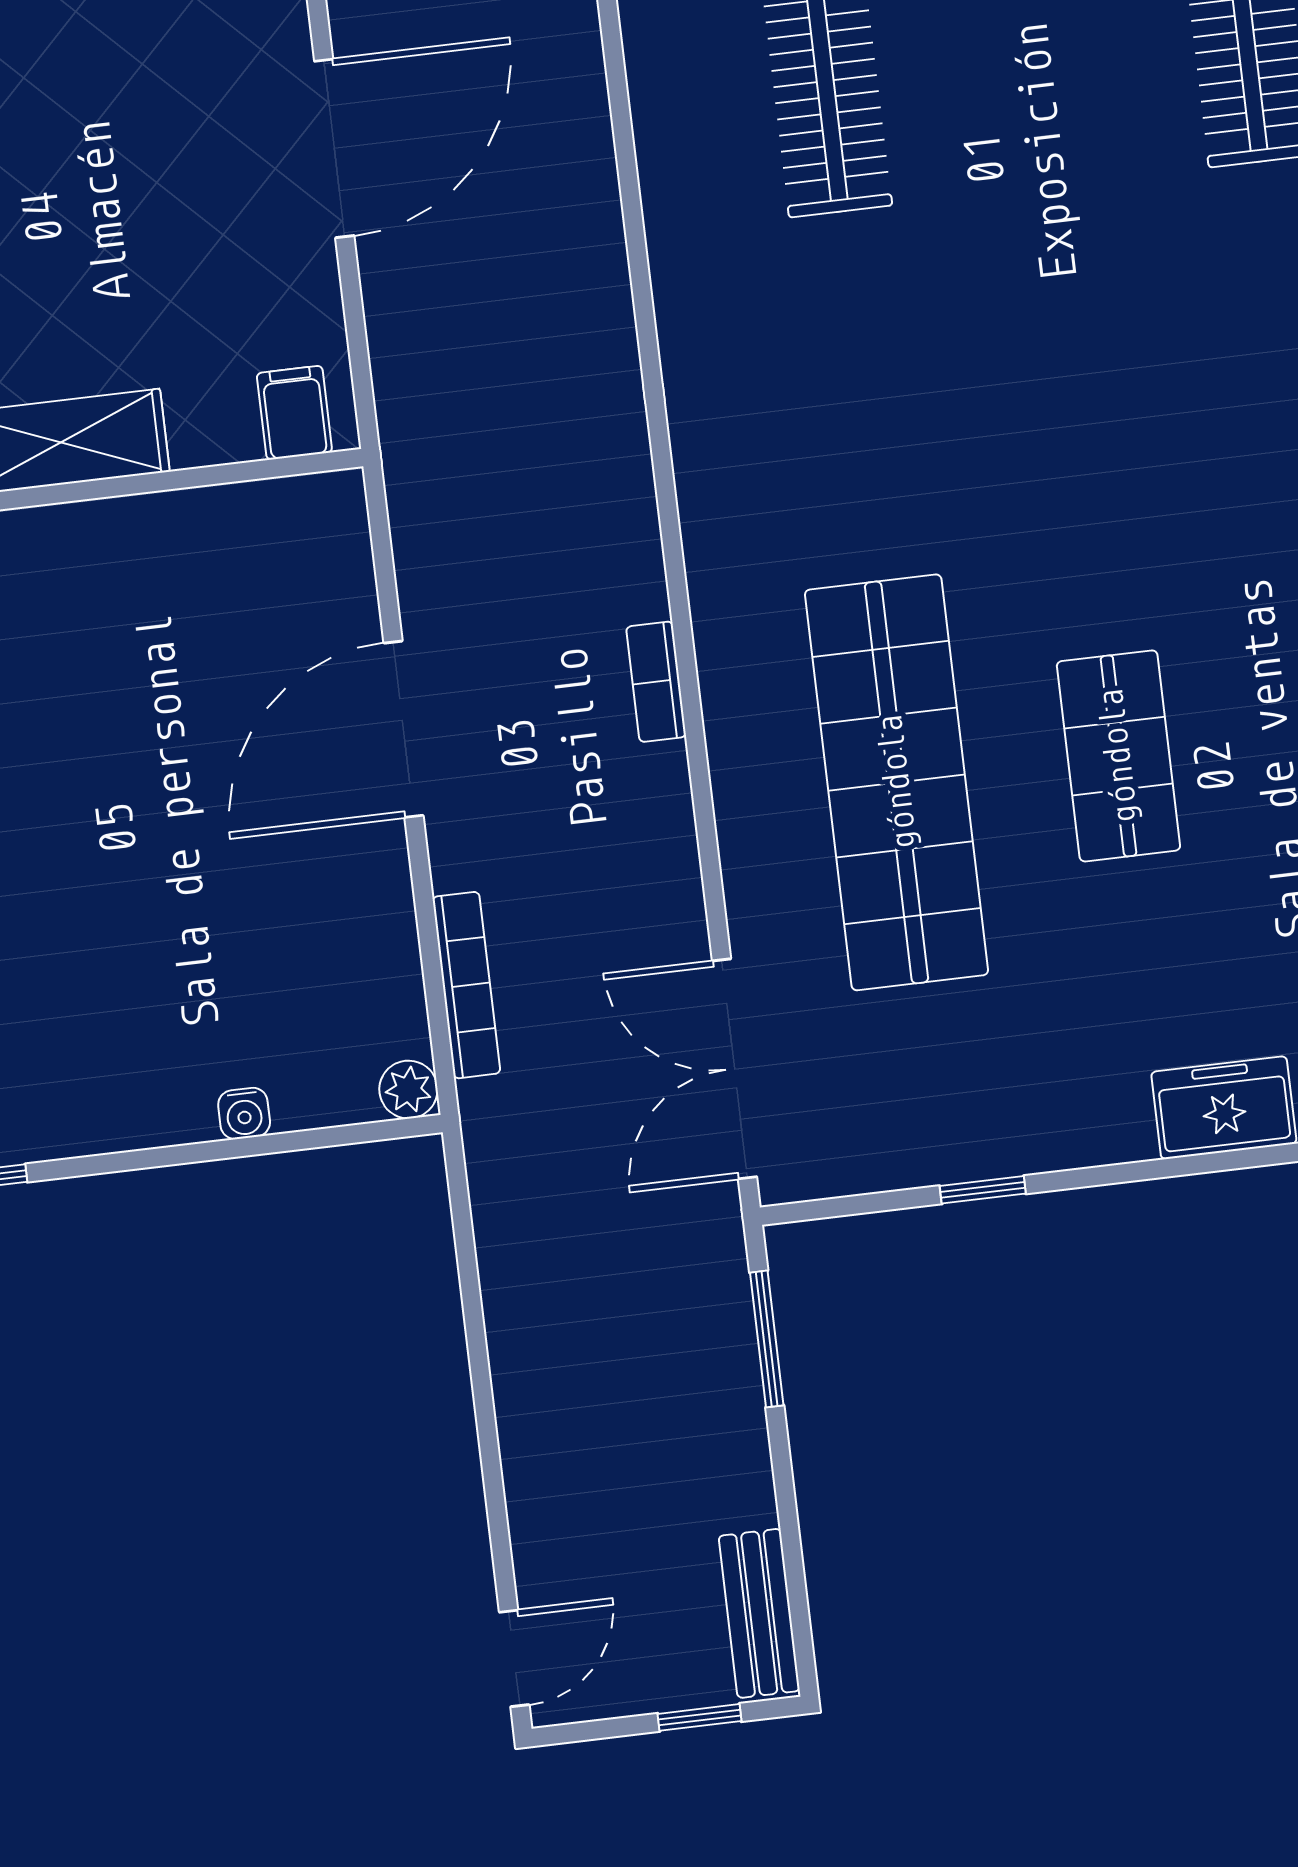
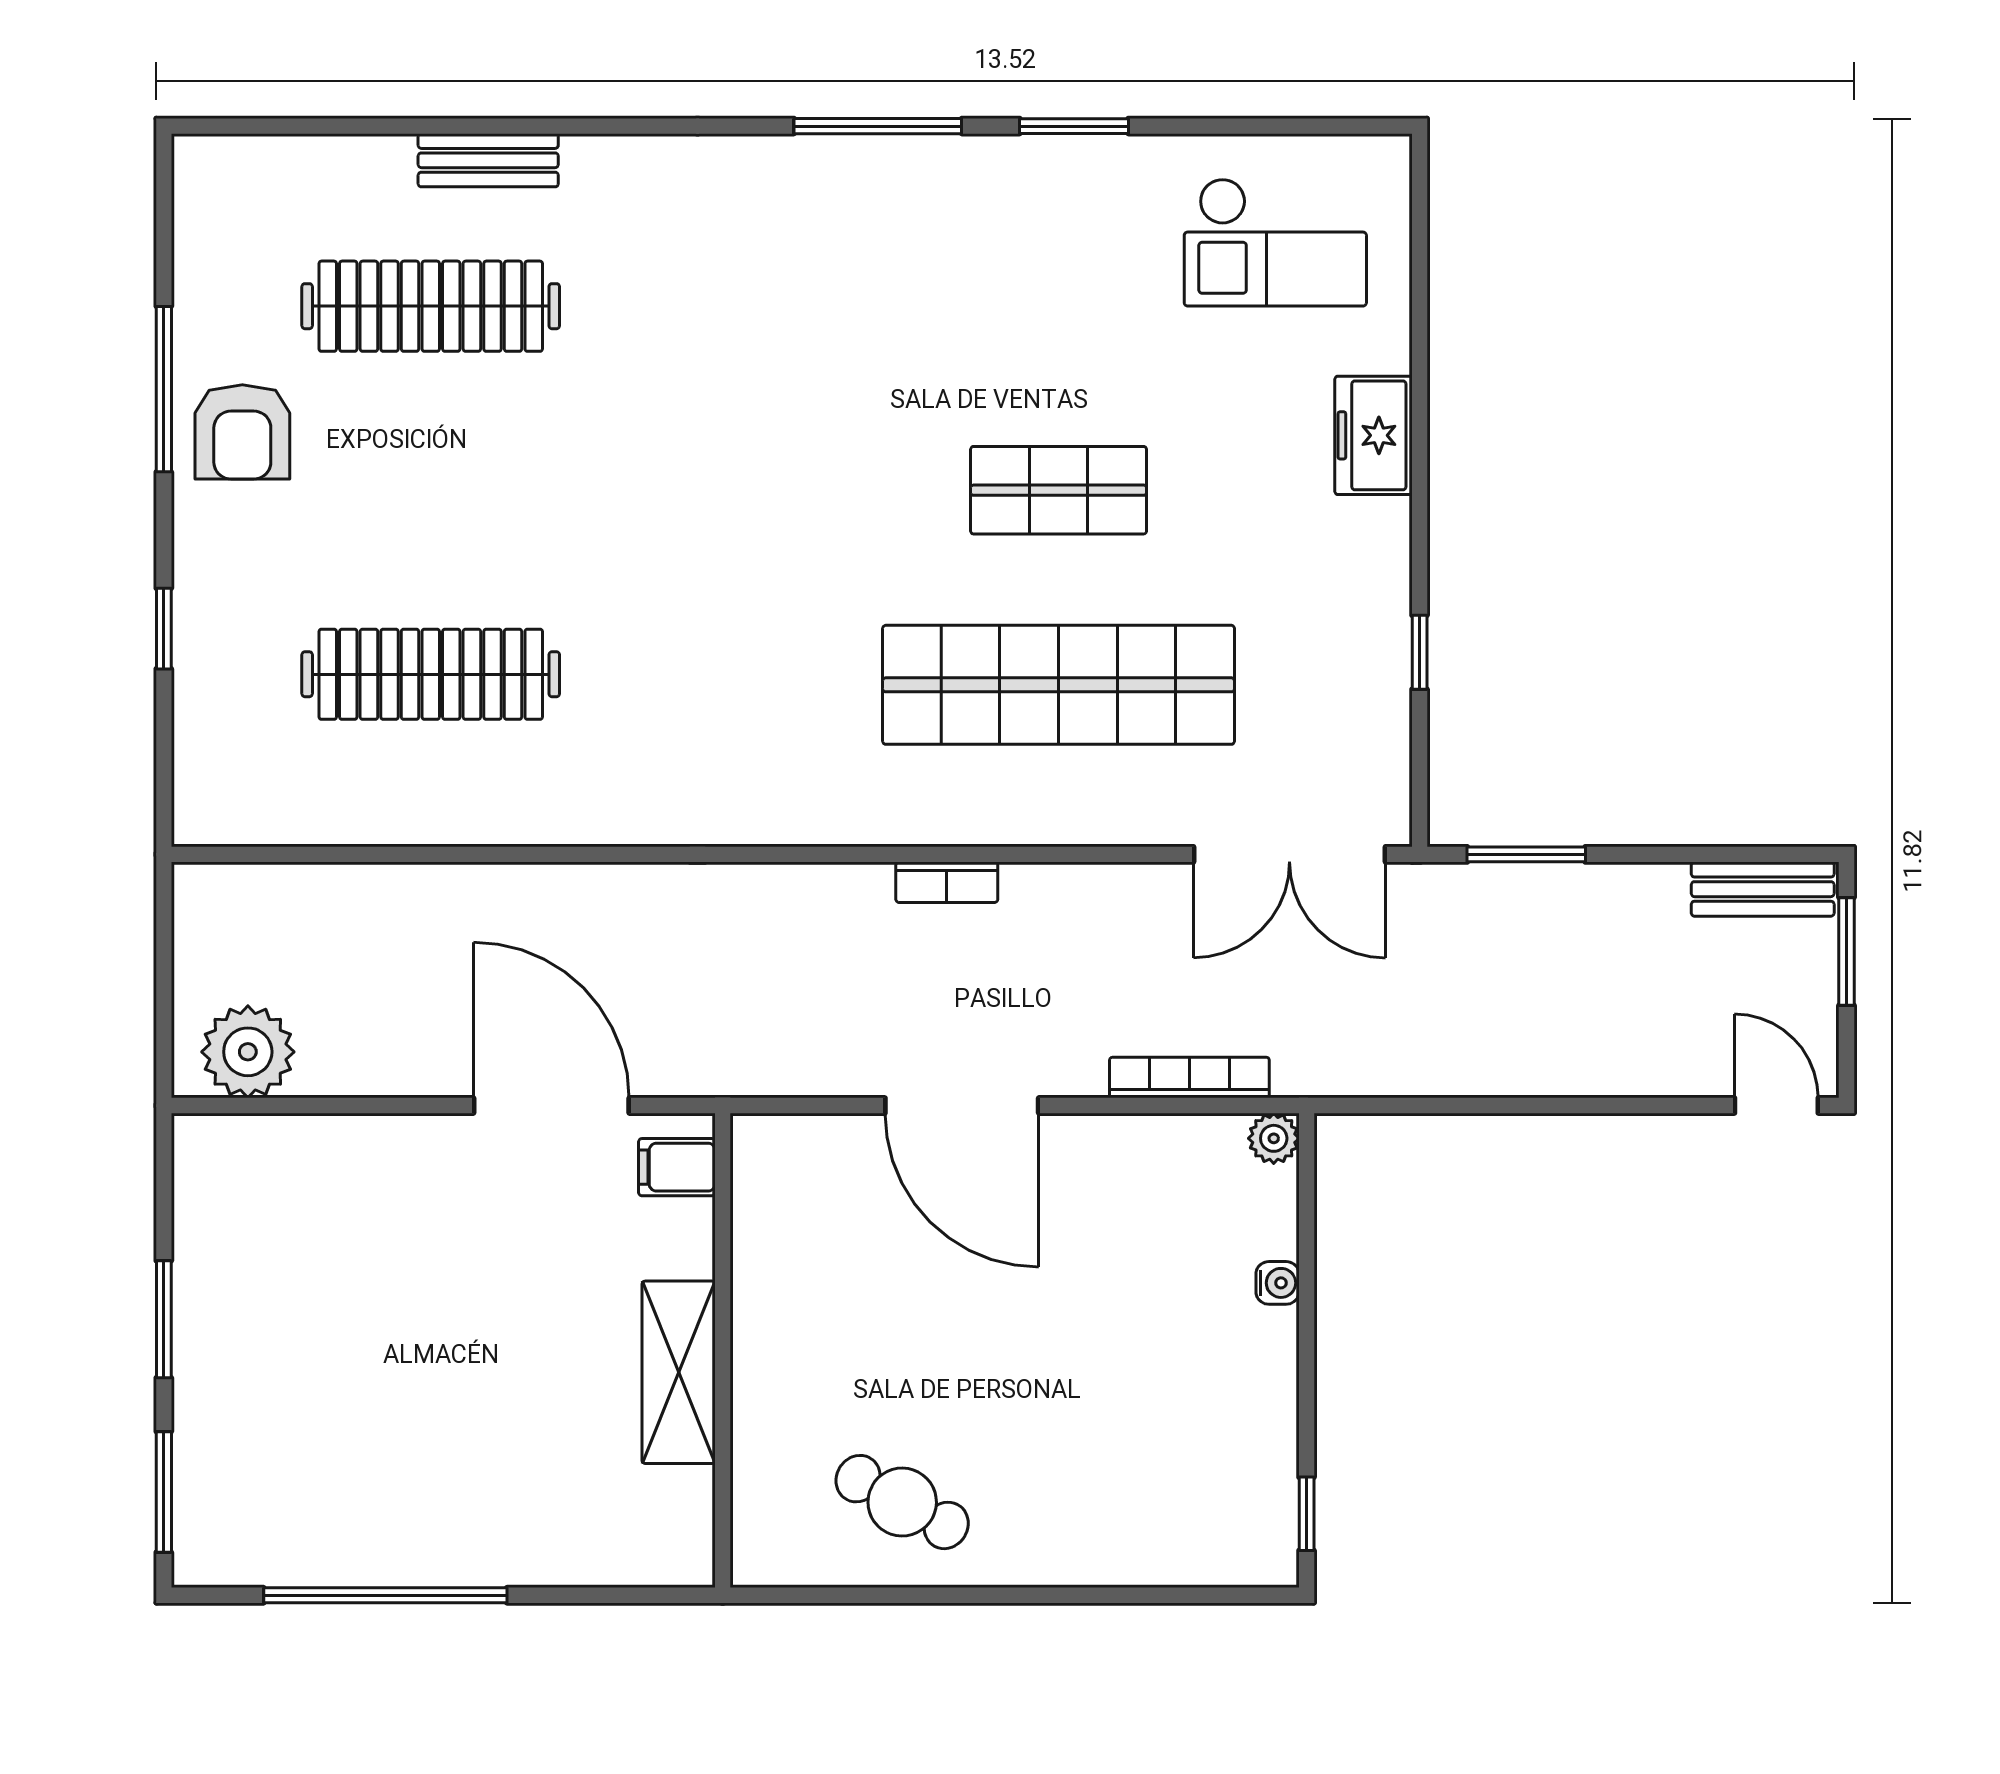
door: (334, 148) -> (551, 1106), moved
window: (700, 1717) -> (1847, 951), width x1.50

